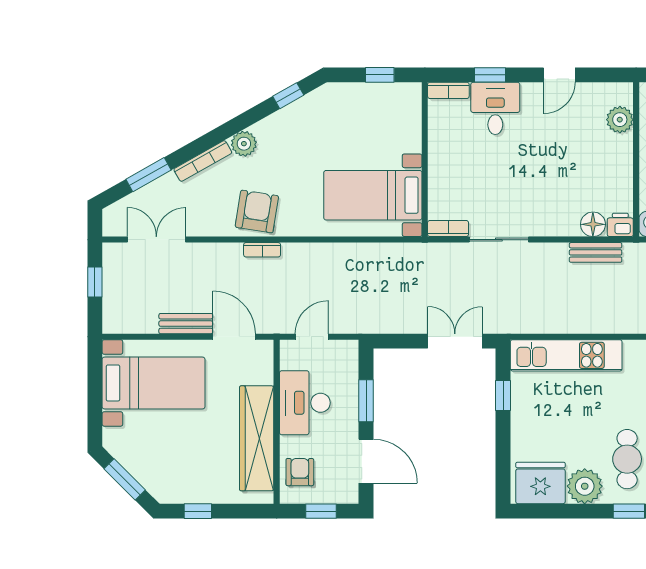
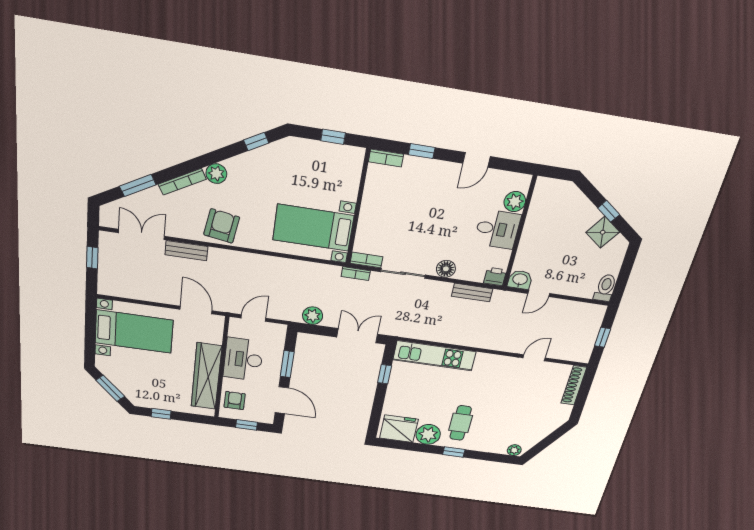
desk: (495, 108) -> (497, 229), moved, turned 90
floor lamp: (593, 224) -> (446, 269), moved
bookcase: (262, 250) -> (356, 274), moved
plant: (390, 320) -> (313, 316), added
bench: (186, 324) -> (186, 251), moved

